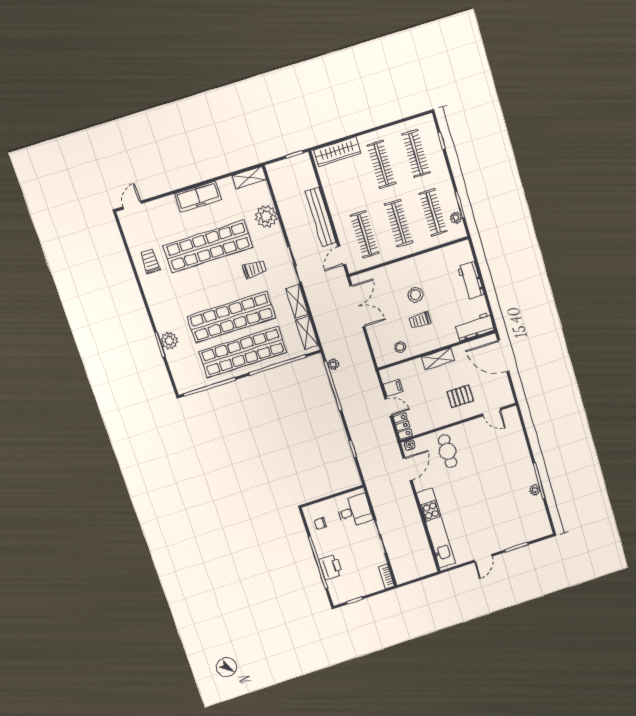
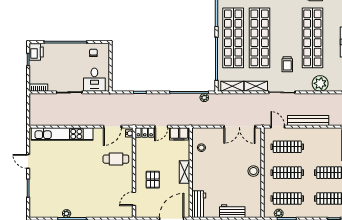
stool: (416, 295) -> (253, 171), moved
trolley: (420, 320) -> (216, 167), removed
filing cabinet: (393, 388) -> (179, 134), width x2.00
door: (408, 469) -> (112, 127), hinge flipped
printer: (331, 567) -> (36, 52), moved, turned -90

